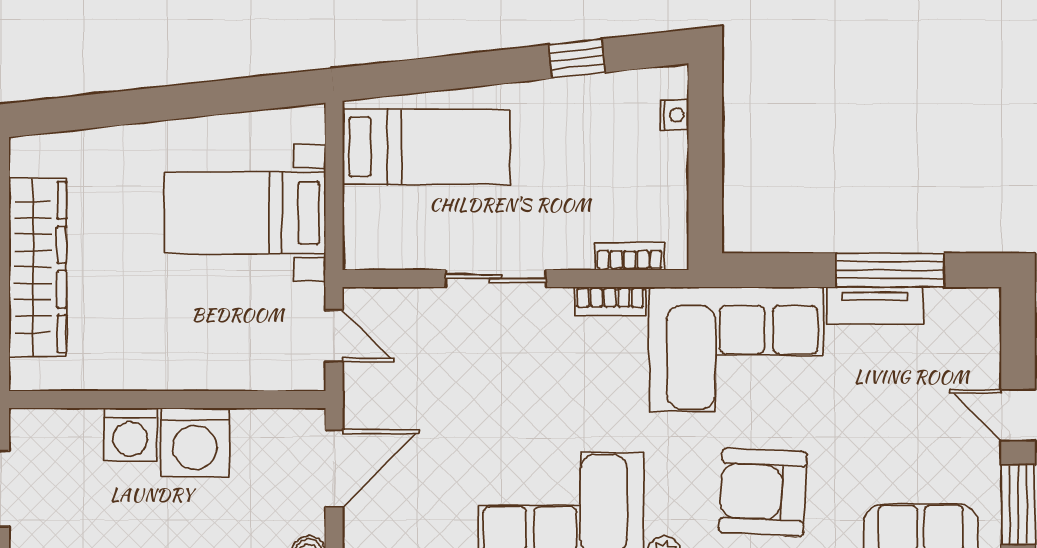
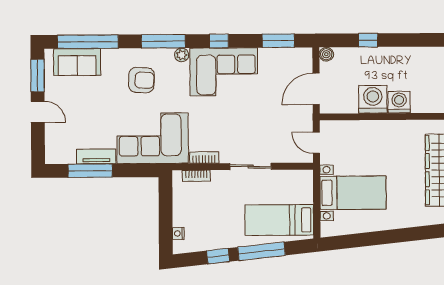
window: (470, 70) -> (261, 251), added
armchair: (763, 492) -> (141, 80), width x0.73, depth x0.73

